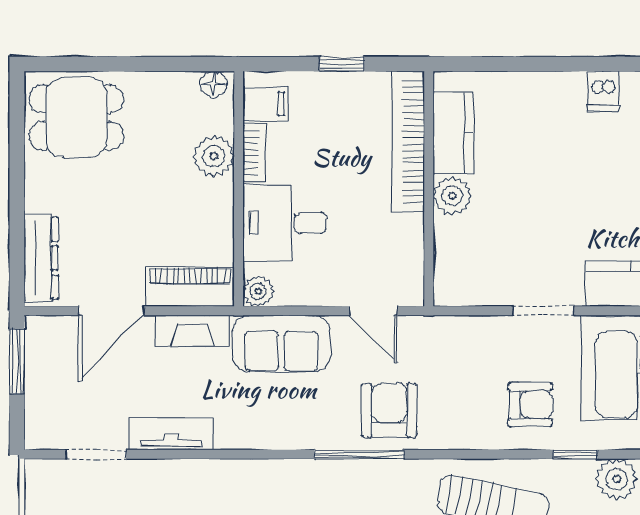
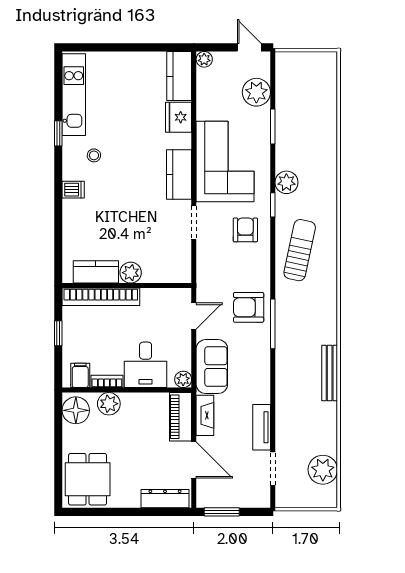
floor lamp: (213, 84) -> (76, 410), width x1.89, depth x1.89

